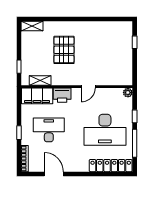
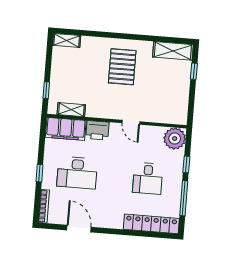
shelving: (117, 27) -> (173, 51), added
pallet: (64, 50) -> (122, 67), moved
door: (88, 87) -> (131, 122), hinge flipped
plant: (128, 93) -> (175, 139), width x1.88, depth x1.88
desk: (49, 130) -> (77, 173), turned 180
desk: (105, 130) -> (148, 178), width x0.53, depth x0.77

